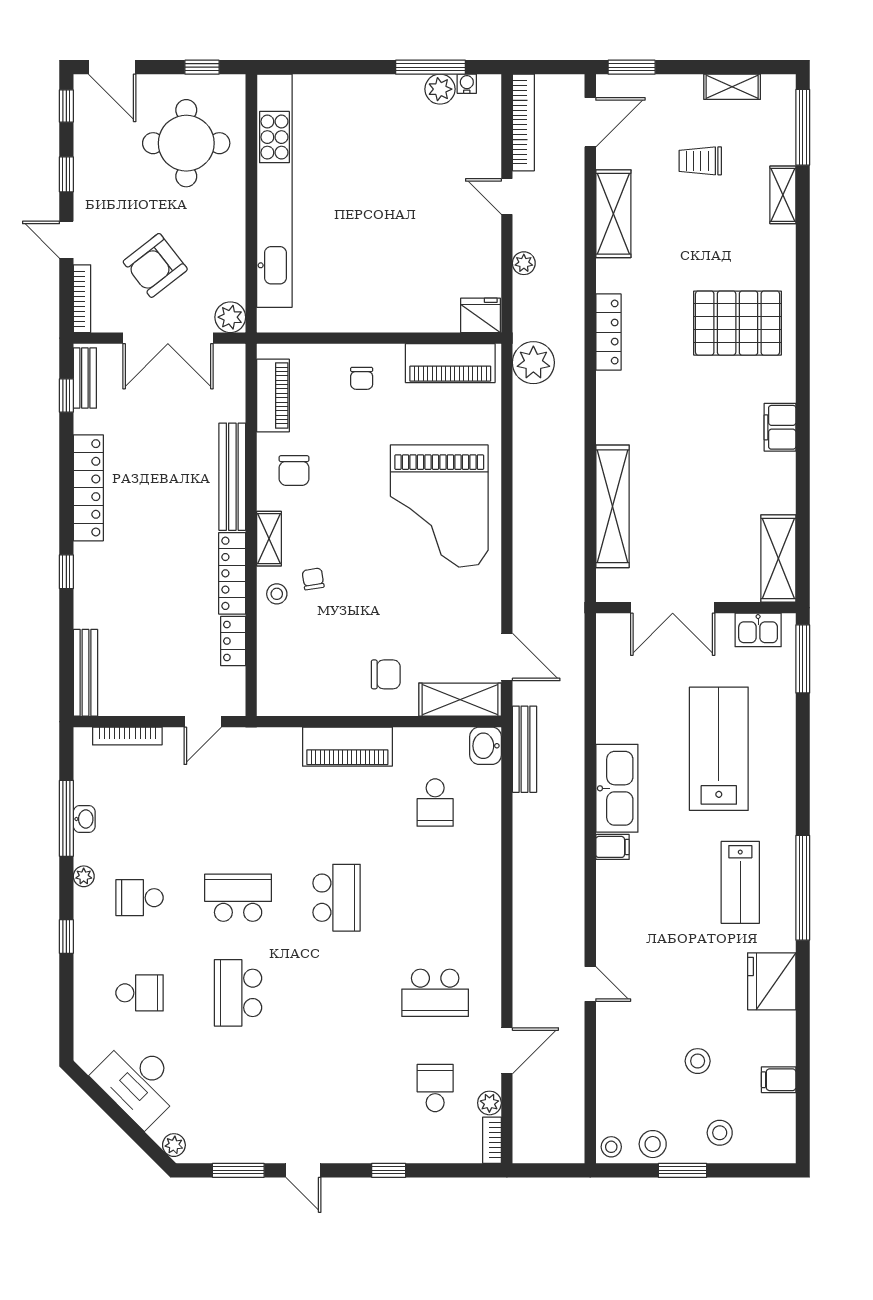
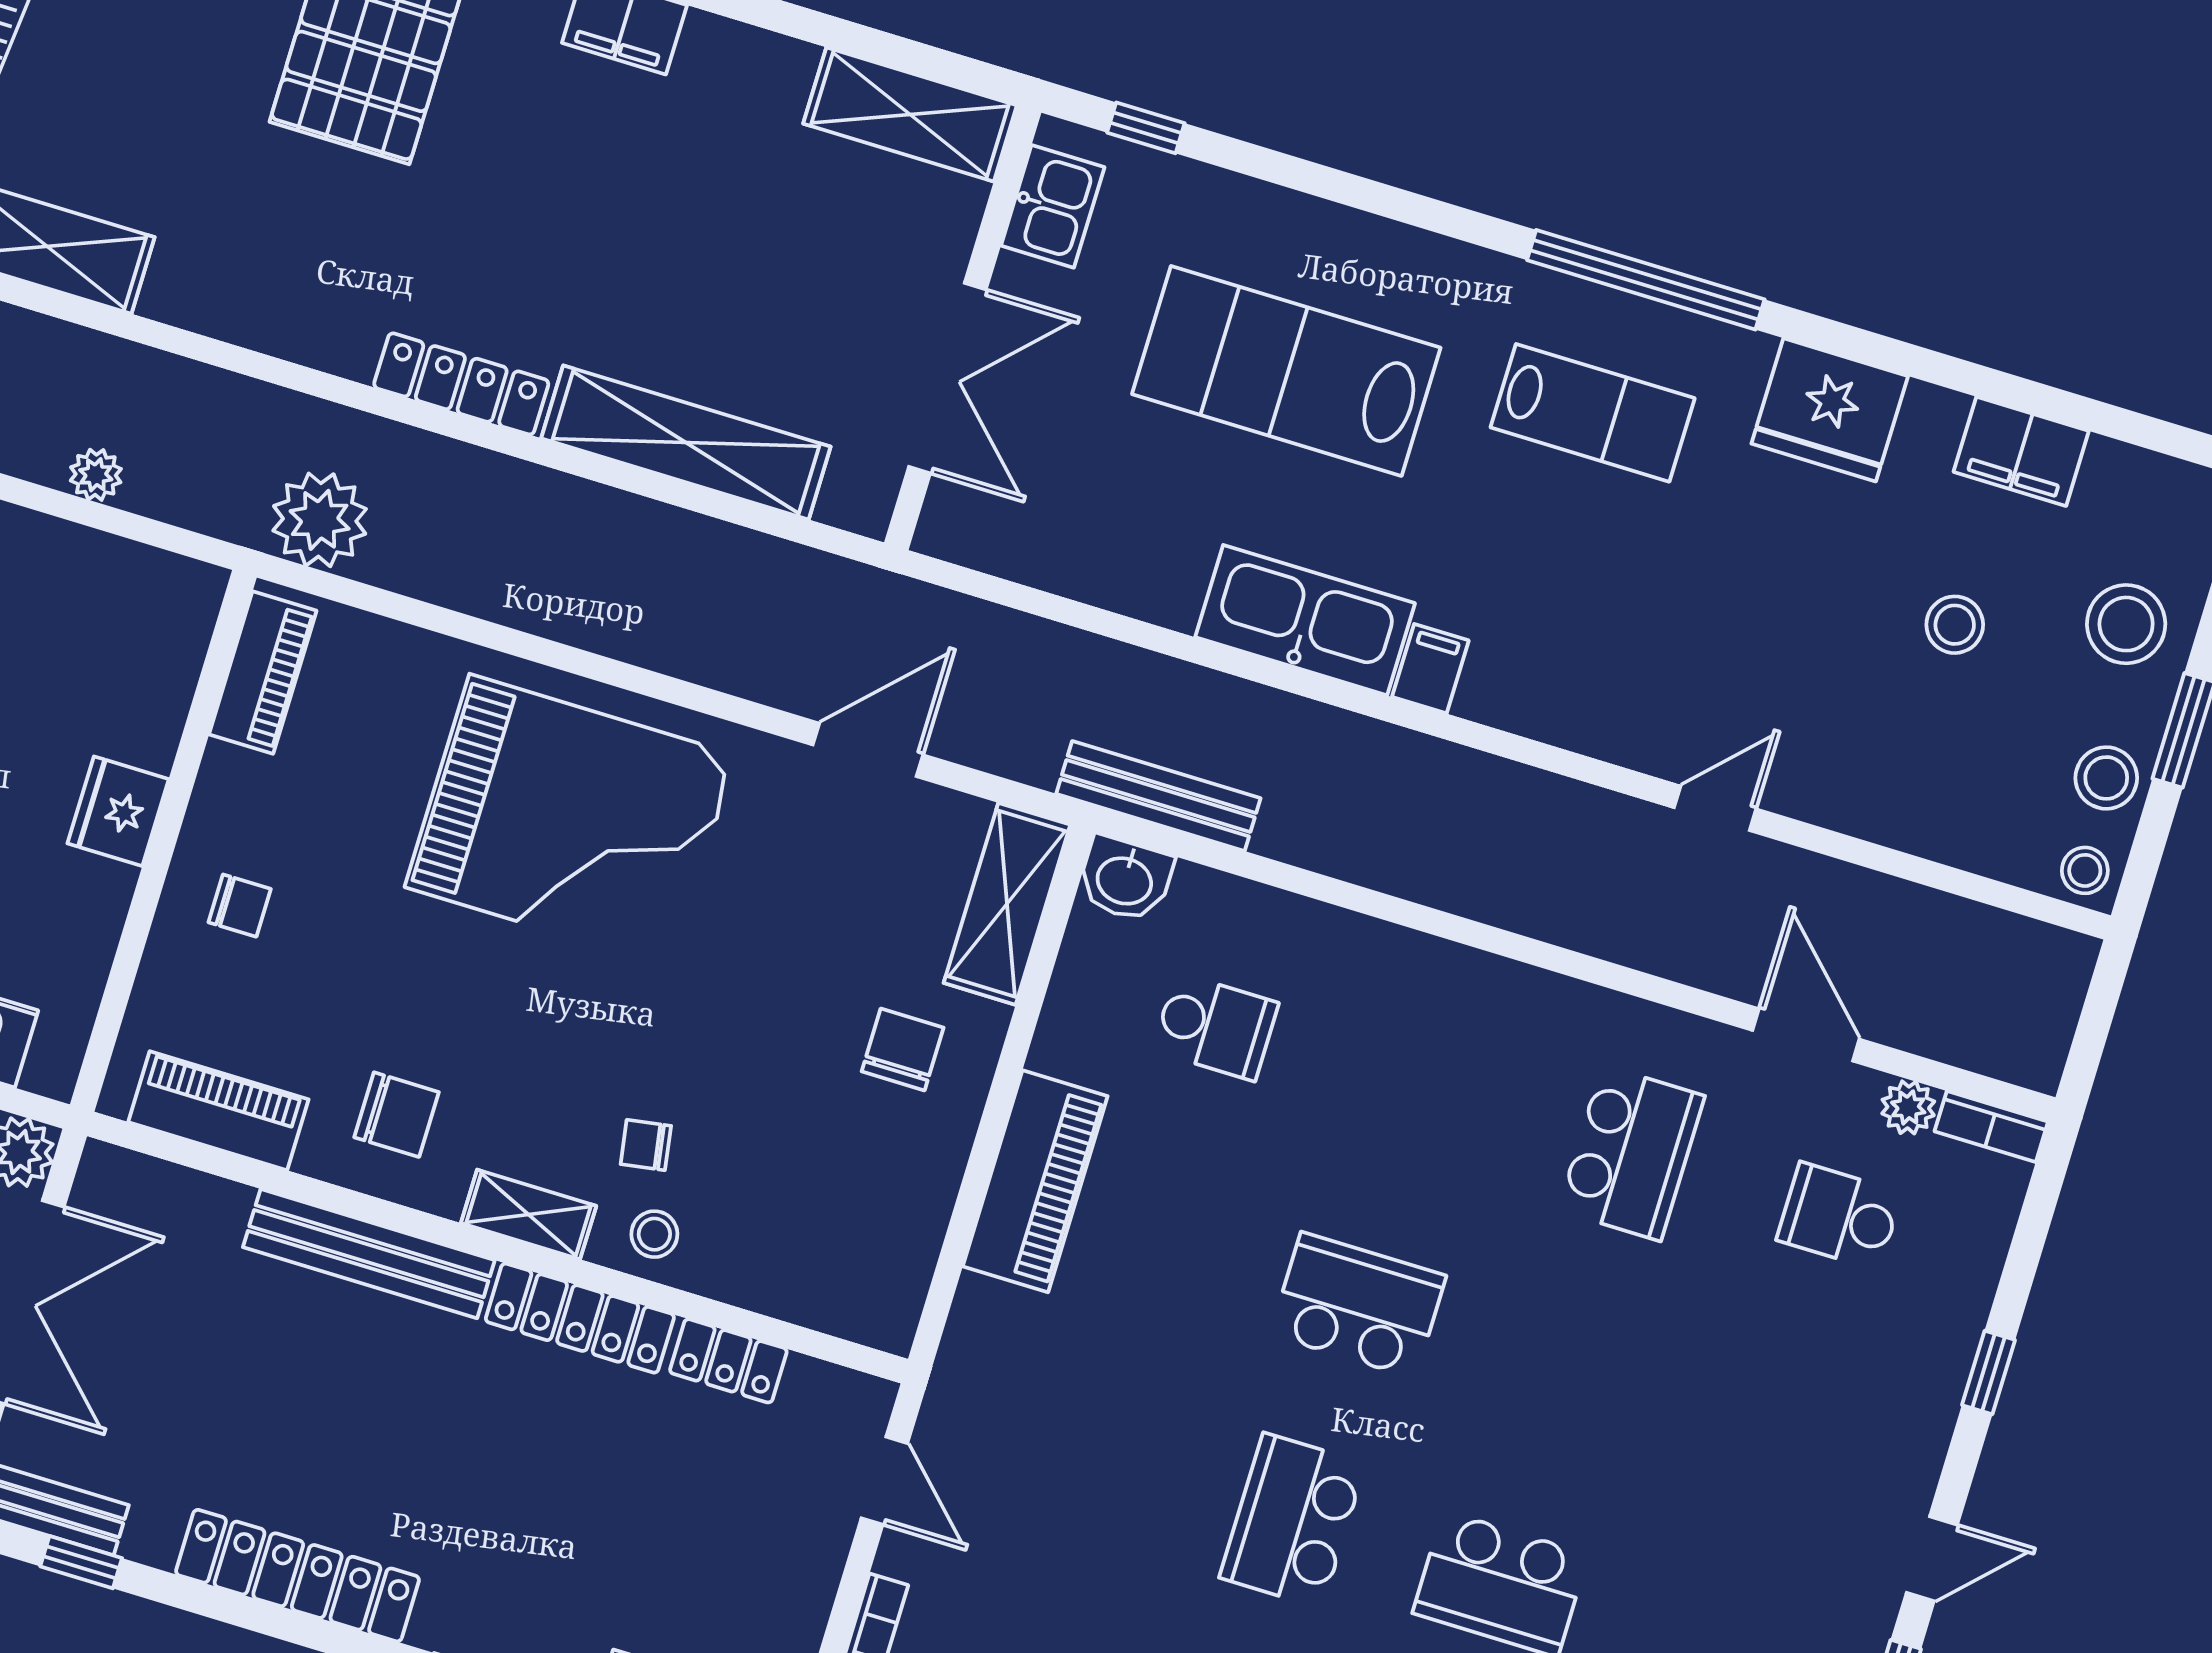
fridge: (480, 315) -> (118, 811), moved
locker: (608, 332) -> (461, 384), moved
piano: (450, 363) -> (263, 673), width x0.73, depth x0.75
door: (507, 657) -> (868, 750), moved
window: (803, 659) -> (1146, 128), width x0.46
filing cabinet: (779, 1080) -> (2021, 451), width x2.00
stool: (720, 1133) -> (2126, 624), width x1.38, depth x1.38

